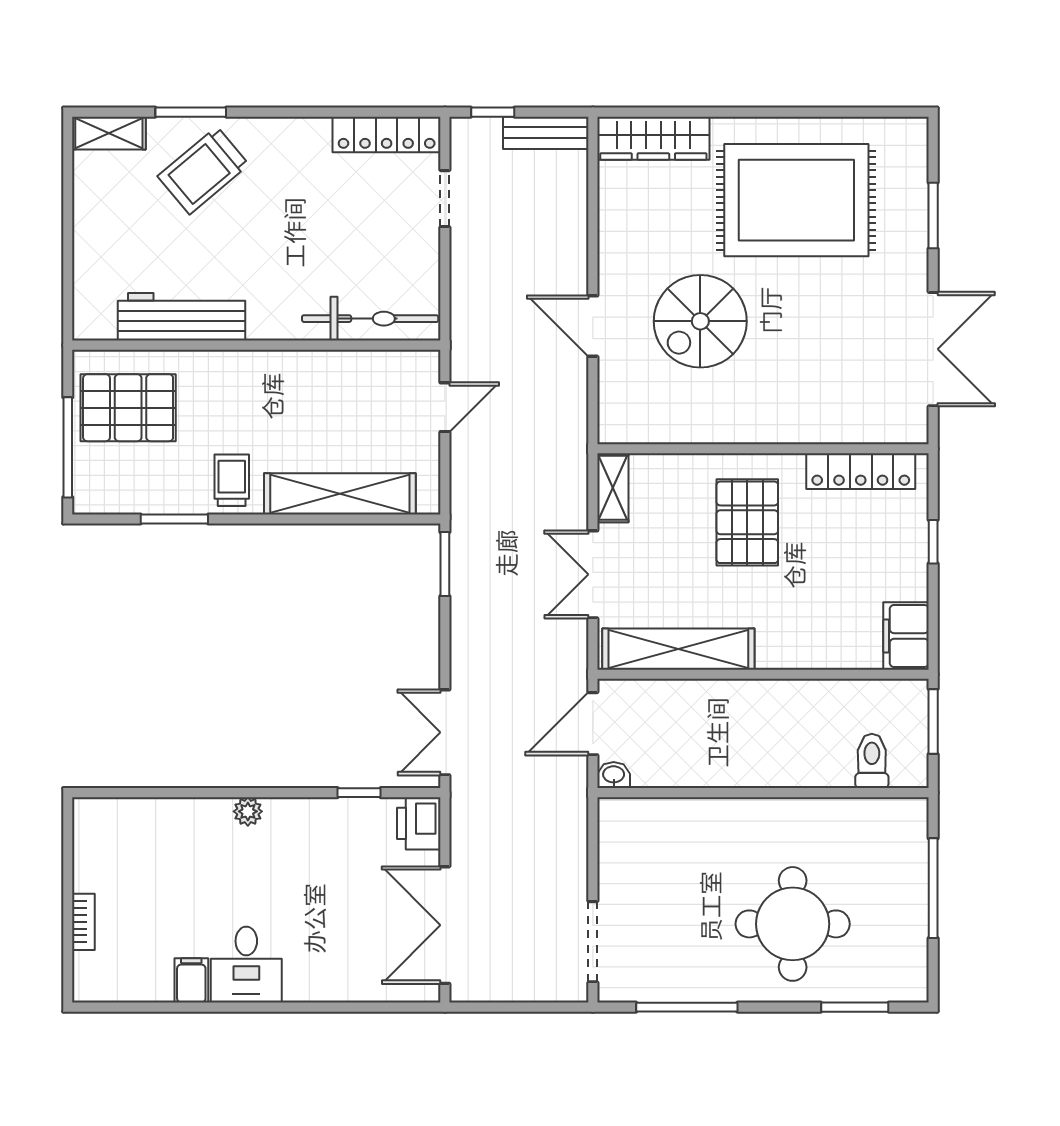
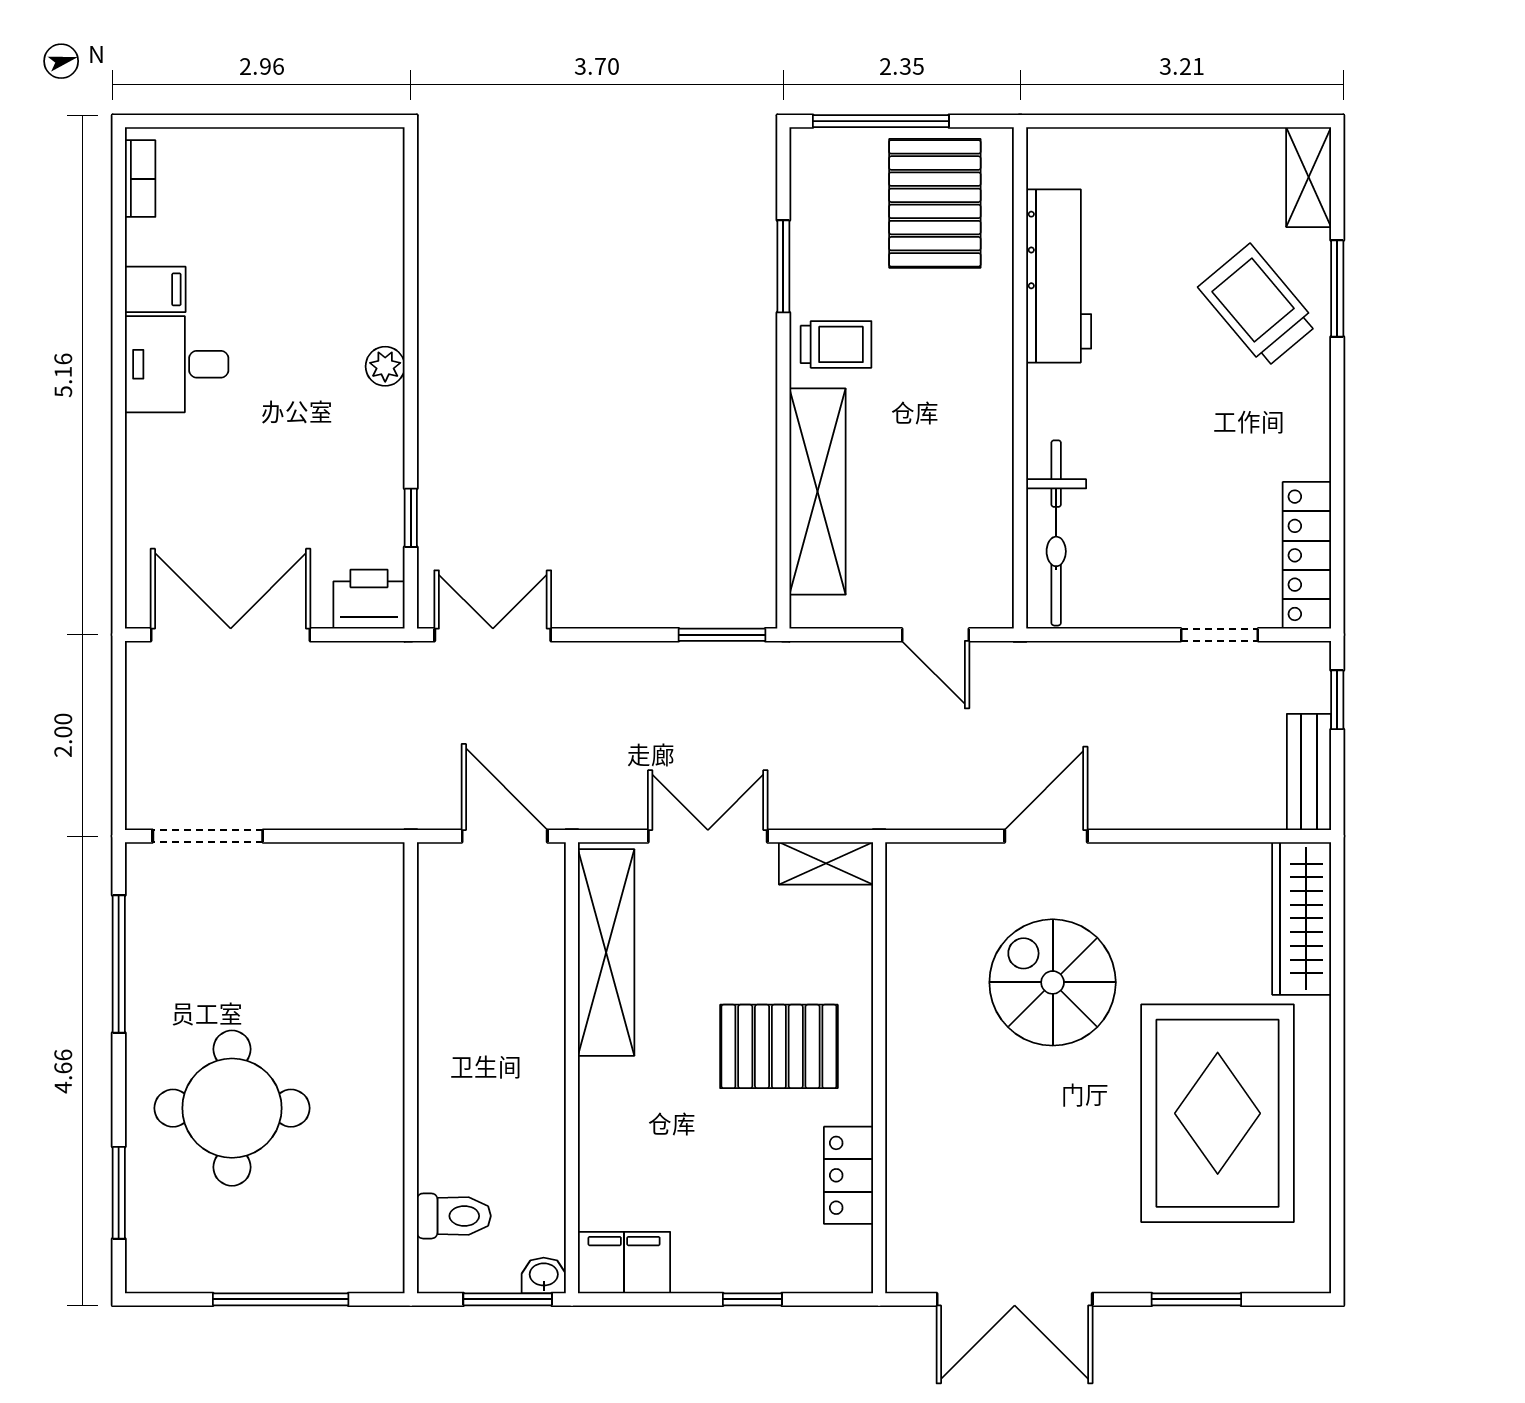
locker: (861, 471) -> (848, 1175), width x0.66
washbasin: (614, 775) -> (544, 1275), moved, turned -90
bookcase: (83, 922) -> (140, 179), moved, turned -90

